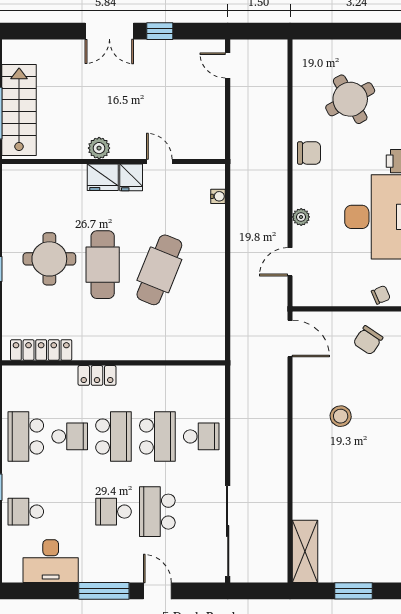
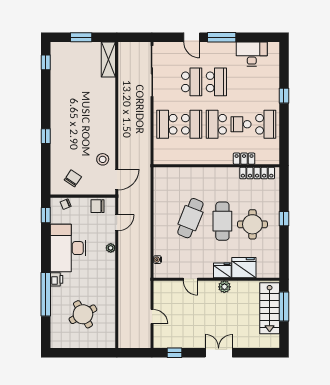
window: (160, 31) -> (174, 353), moved
door: (228, 65) -> (152, 317), moved
chair: (309, 153) -> (97, 206), moved
fridge: (131, 177) -> (244, 268), moved, width x1.88, depth x1.34
door: (290, 338) -> (117, 179), swing flipped
locker: (97, 375) -> (244, 159), moved
stool: (341, 416) -> (103, 159), moved
school desk: (157, 436) -> (192, 124), turned 180
school desk: (201, 436) -> (167, 124), width x1.85
school desk: (26, 512) -> (266, 82), removed
school desk: (114, 512) -> (216, 82), width x1.85

